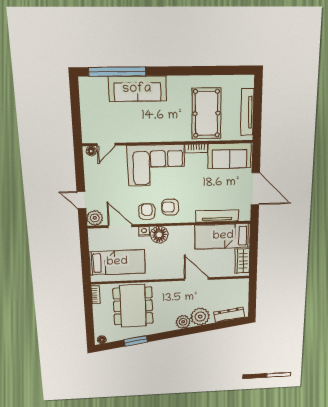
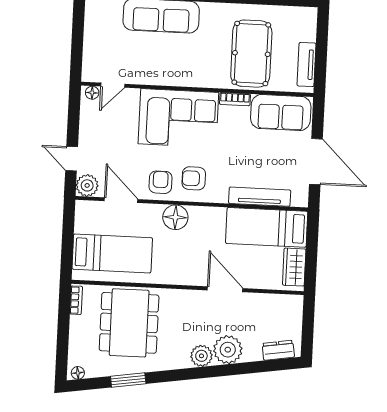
tv unit: (247, 112) -> (307, 64), width x0.71
nightstand: (144, 231) -> (154, 211), removed
dresser: (229, 315) -> (278, 350), width x0.70

